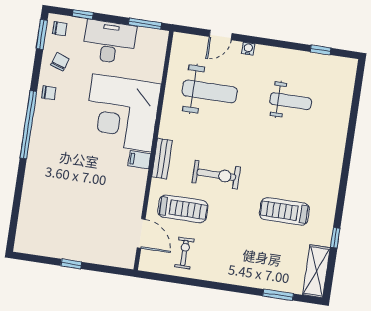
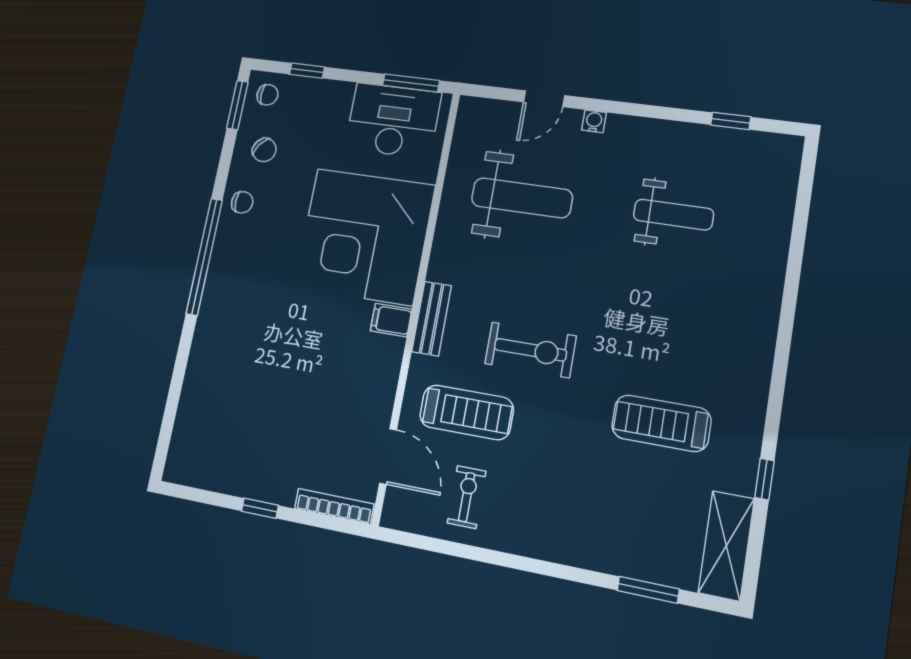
desk: (109, 42) -> (393, 121), moved
chair: (60, 62) -> (264, 150), turned 109
bookcase: (113, 261) -> (334, 506), added

